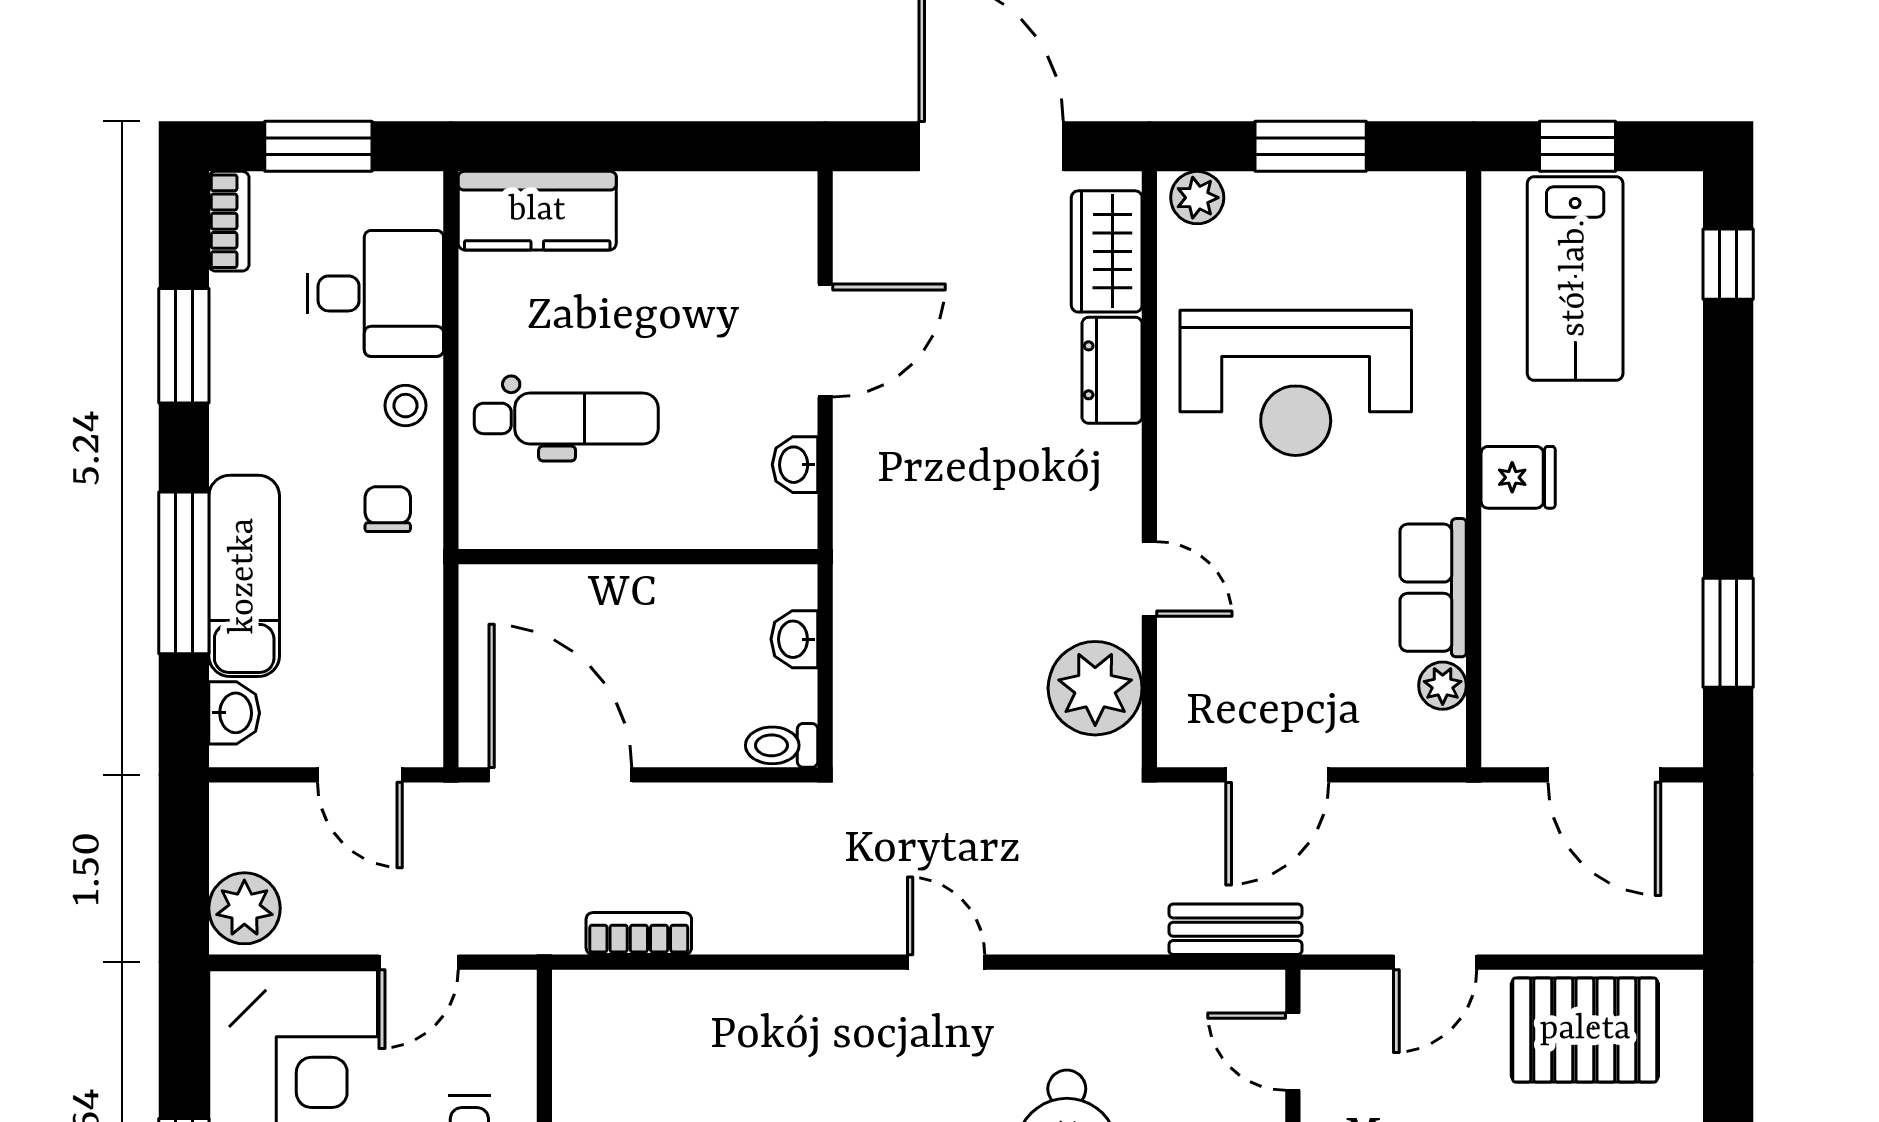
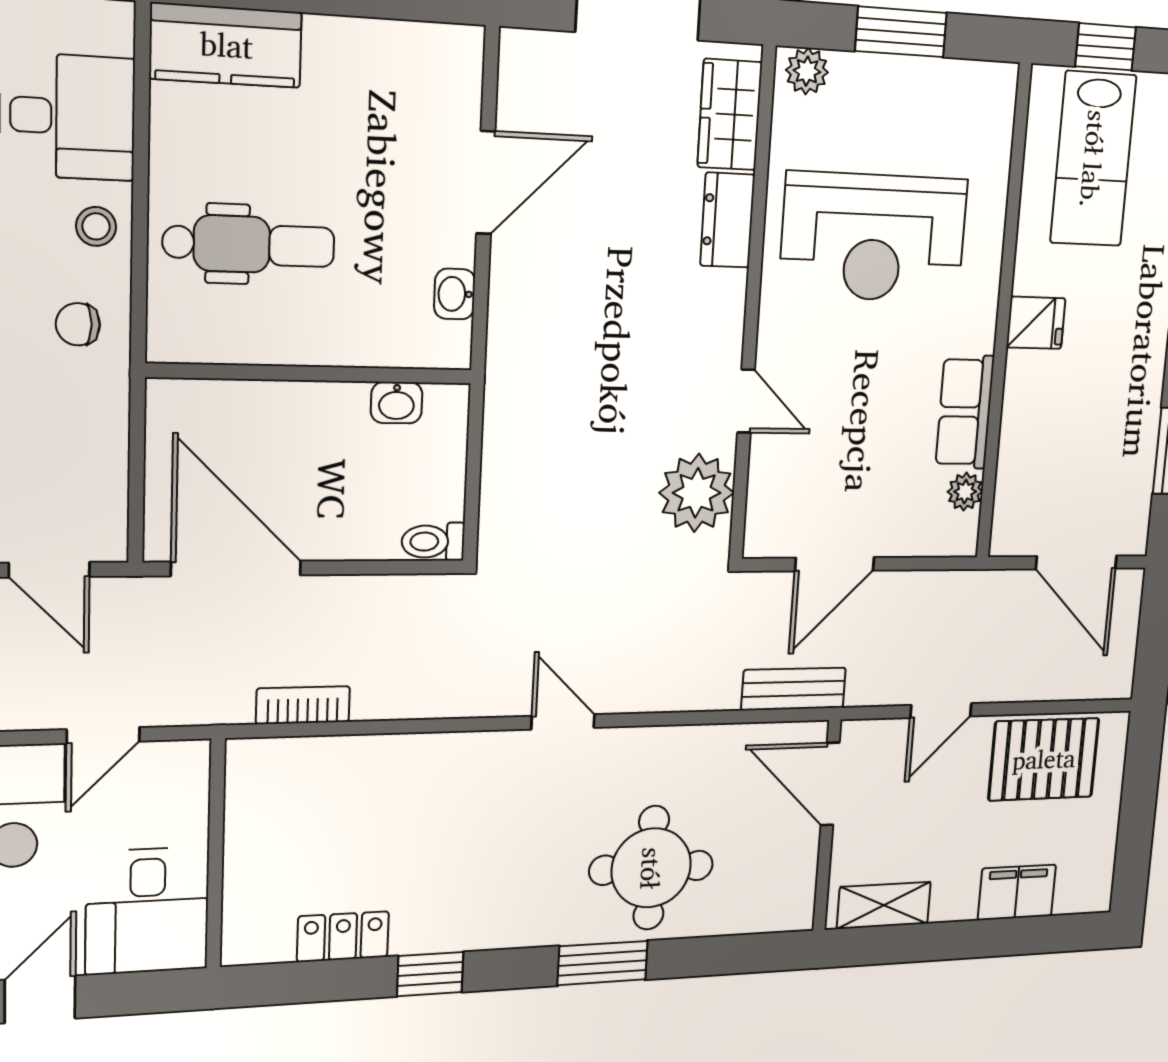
chair: (388, 509) -> (78, 324), turned -90
washbasin: (794, 639) -> (397, 403), moved, turned -90
door: (1293, 1052) -> (830, 784), width x1.38

